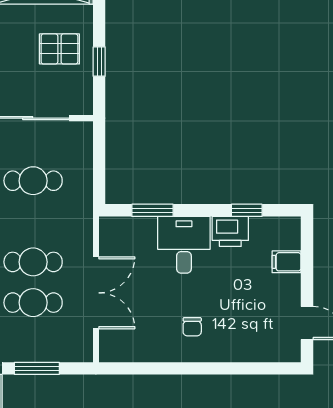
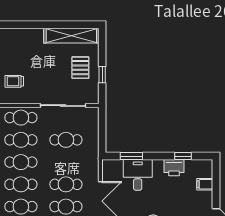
pallet: (59, 49) -> (80, 68), turned 90
desk: (184, 245) -> (138, 175), moved

